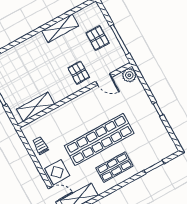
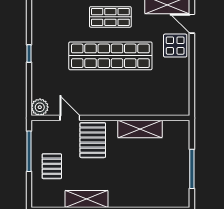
pallet: (79, 73) -> (93, 140), width x1.50, depth x1.42
shelving: (36, 107) -> (140, 129), moved
trolley: (40, 145) -> (177, 84), removed

